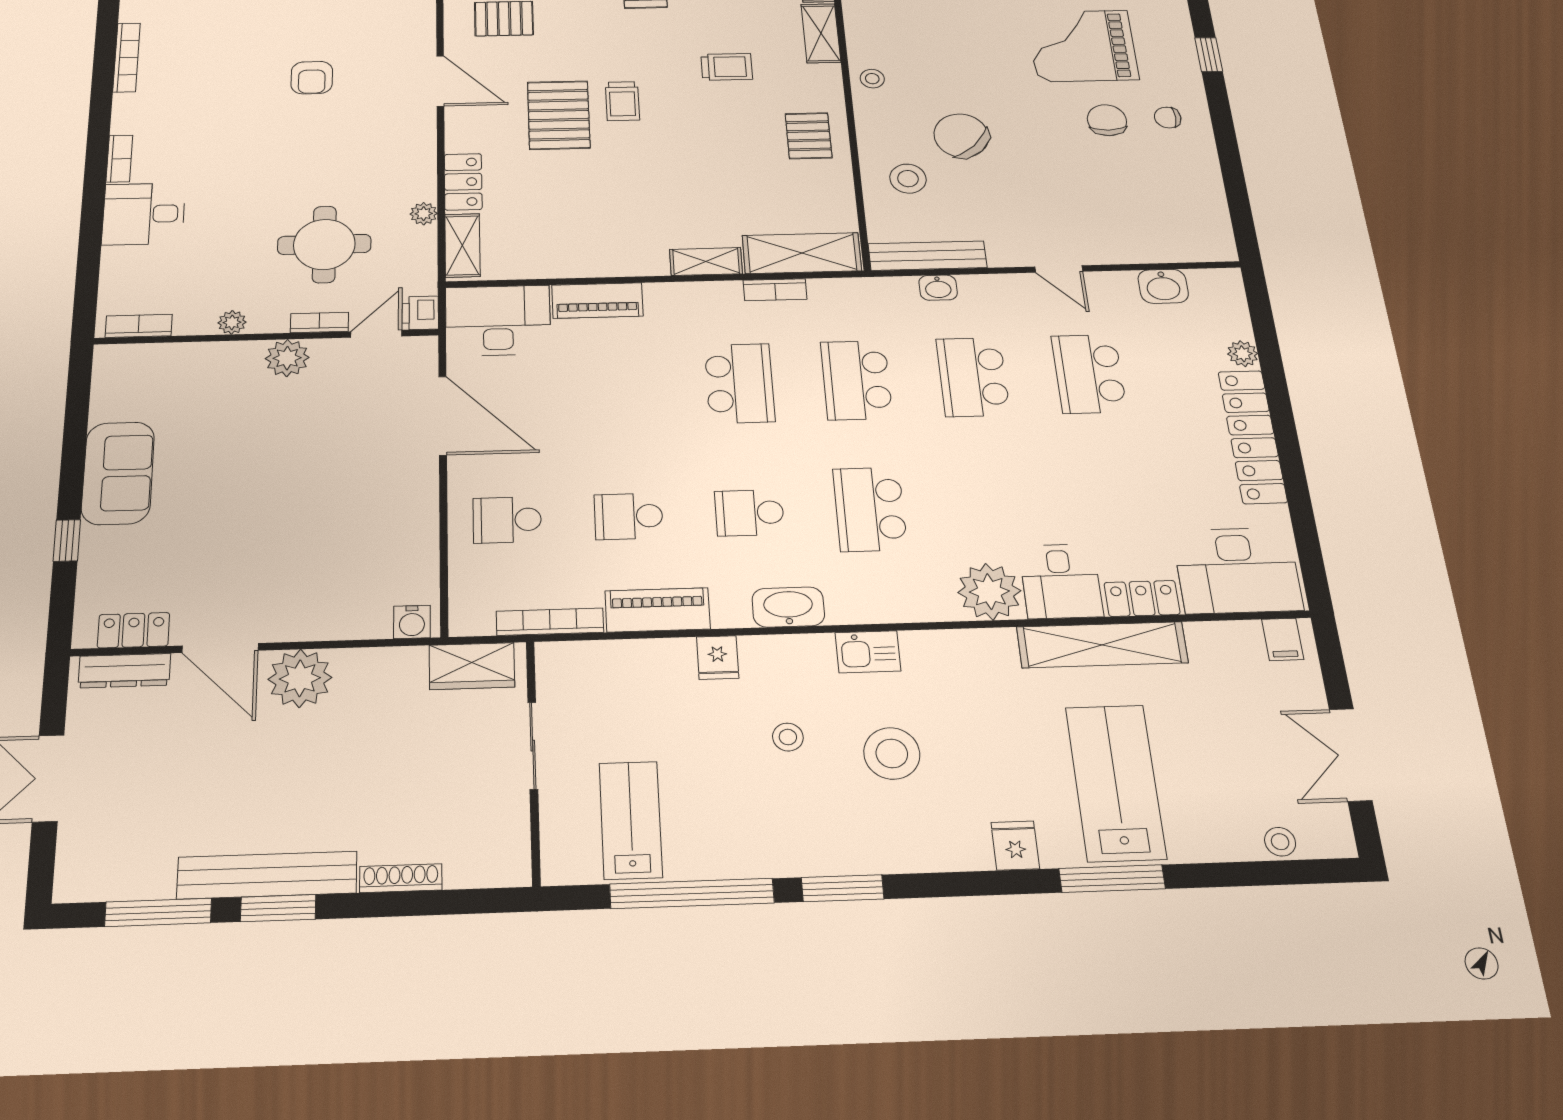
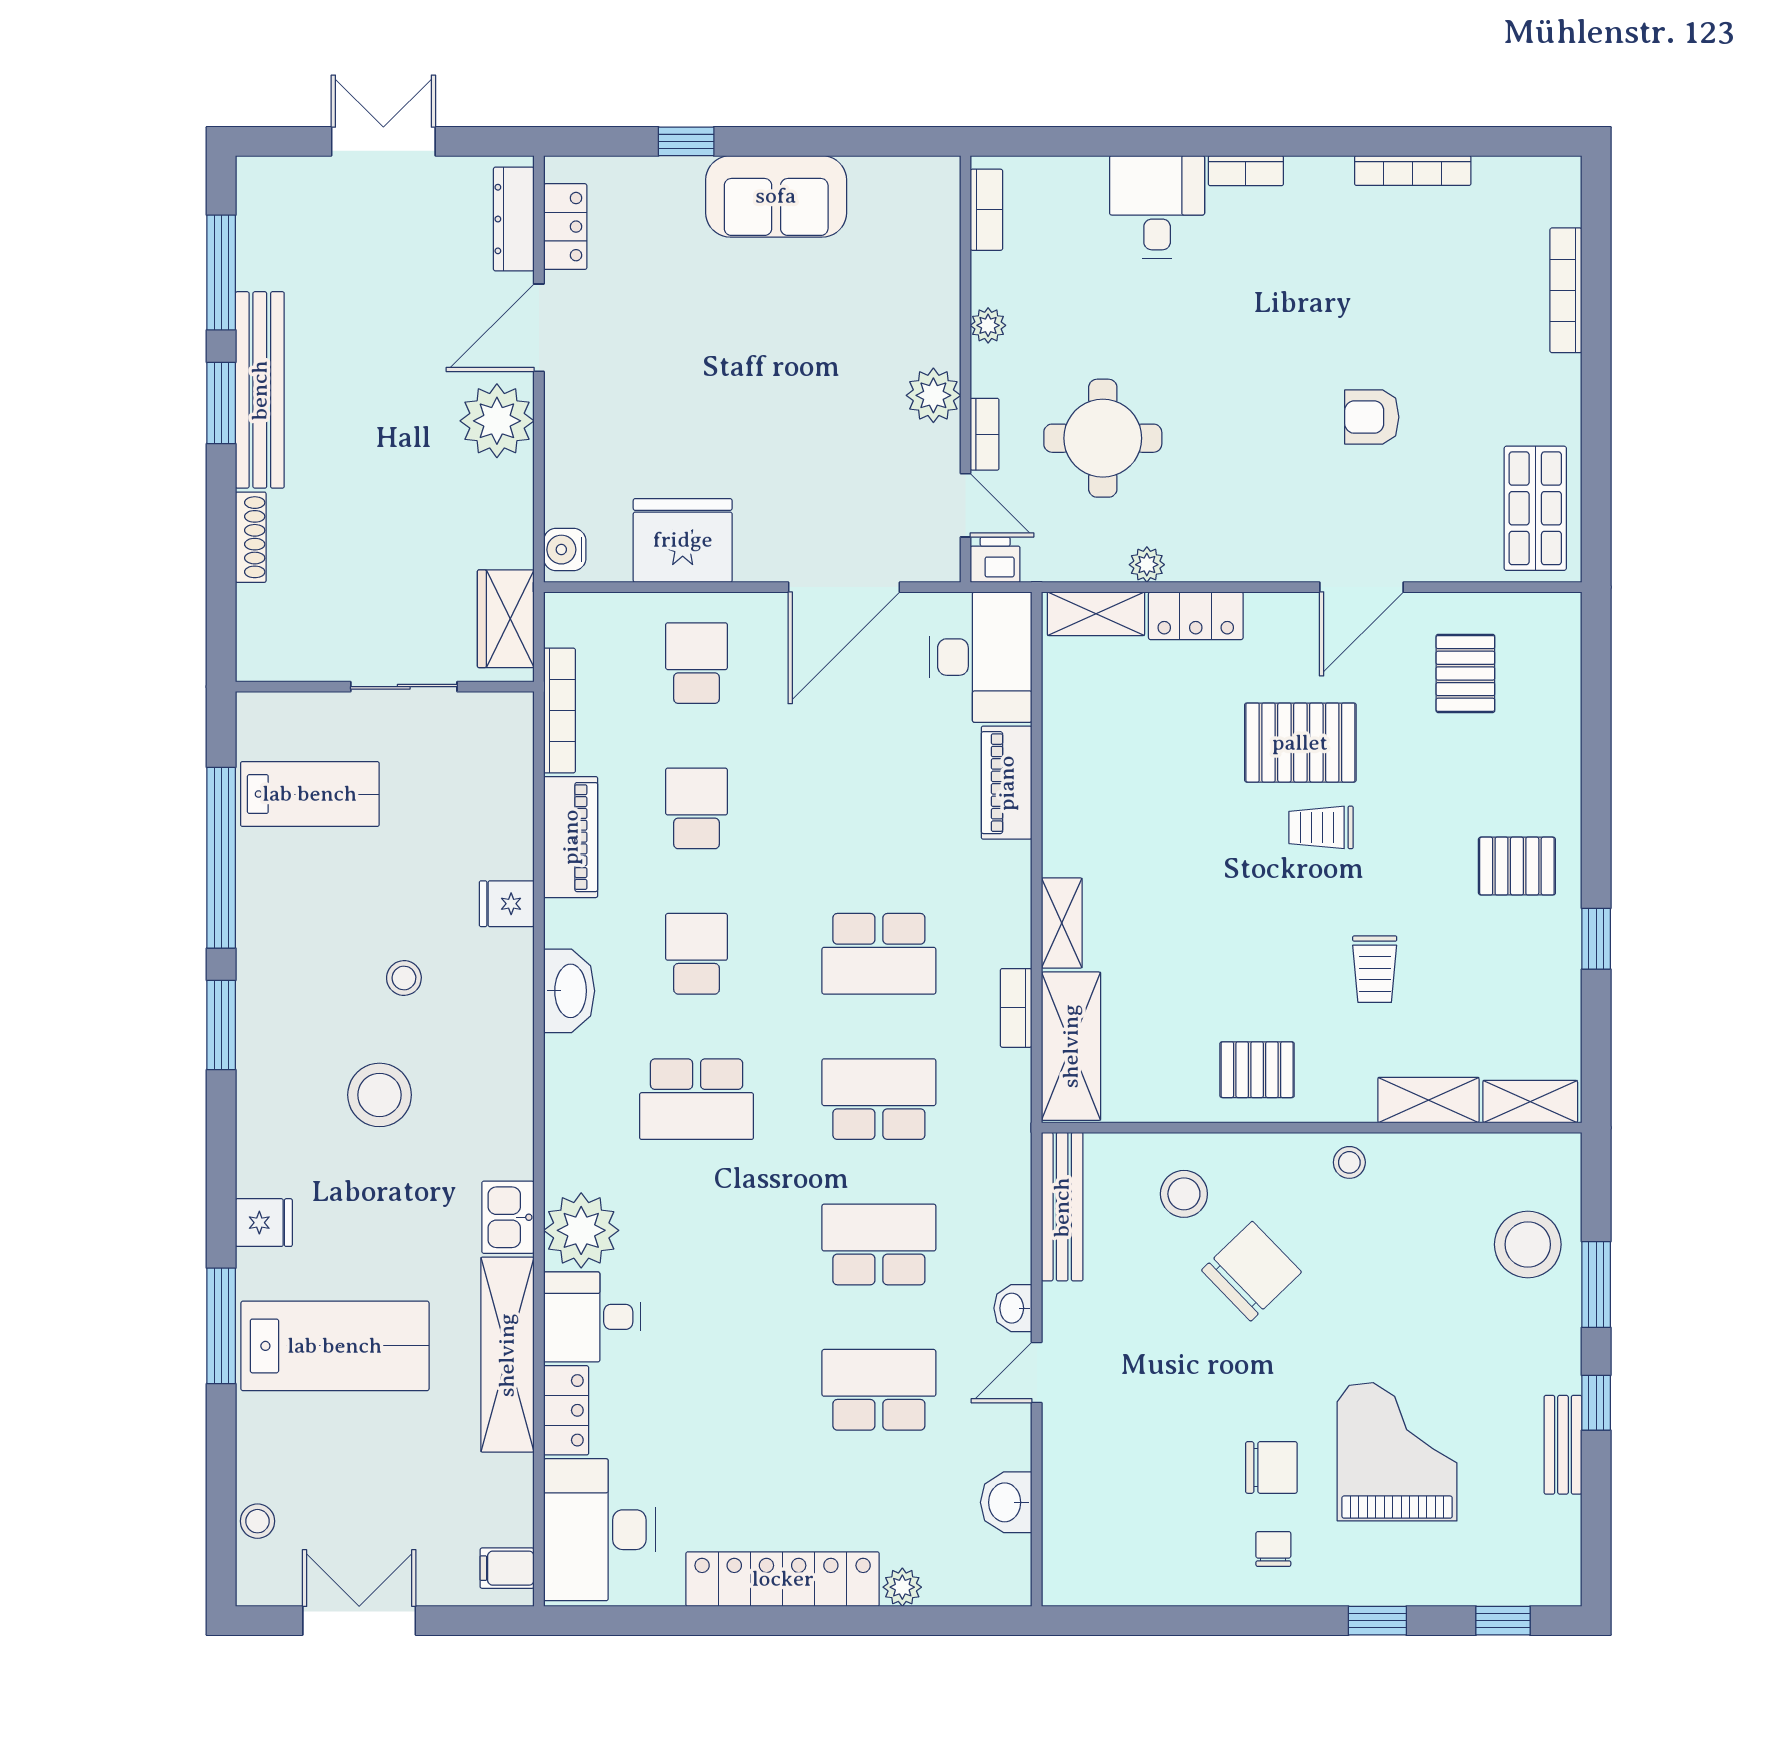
washbasin: (938, 288) -> (1013, 1308), moved
school desk: (870, 509) -> (697, 1099), turned 180
fridge: (404, 533) -> (683, 540), added
kitchen sink: (868, 652) -> (508, 1217), moved

